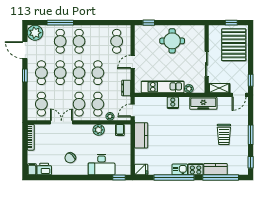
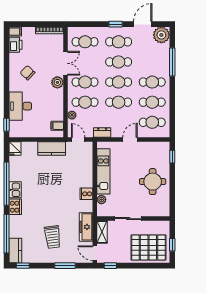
cafe table: (60, 41) -> (152, 102), moved
door: (133, 62) -> (130, 139), hinge flipped
cooker: (173, 103) -> (86, 194), moved
freezer: (203, 103) -> (86, 227), moved
plant: (99, 130) -> (57, 82), moved
trolley: (224, 134) -> (53, 237), turned -97
window: (251, 135) -> (65, 266), moved
kitchen counter: (215, 169) -> (15, 250), moved

